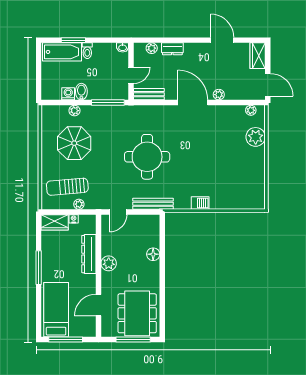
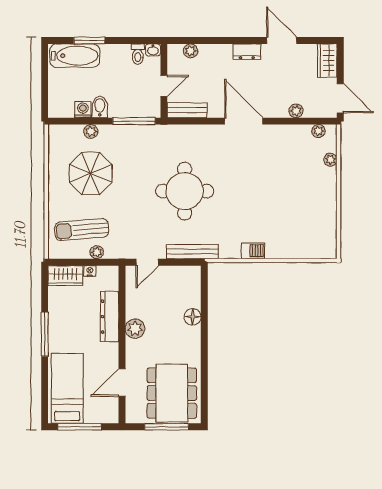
dresser: (172, 49) -> (247, 52), moved
toilet: (87, 51) -> (138, 54), moved
plant: (219, 95) -> (296, 111), moved
plant: (256, 137) -> (330, 160), width x0.53, depth x0.53

